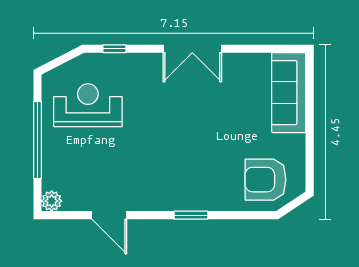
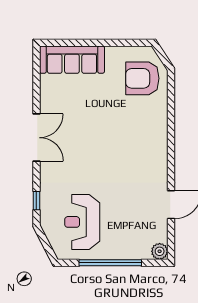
armchair: (266, 180) -> (142, 78), turned 90
window: (191, 215) -> (171, 139), removed

